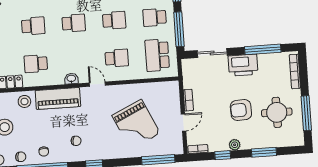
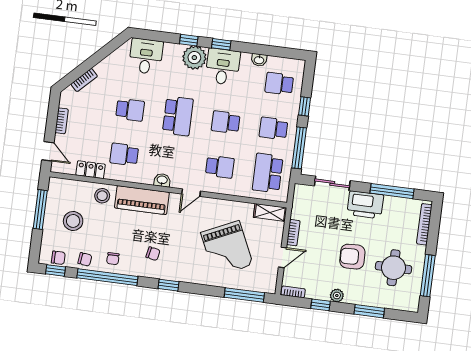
school desk: (114, 20) -> (226, 122), turned 180
school desk: (74, 23) -> (178, 116), width x1.85
door: (97, 84) -> (191, 193), swing flipped
shelving: (166, 87) -> (270, 212), added

